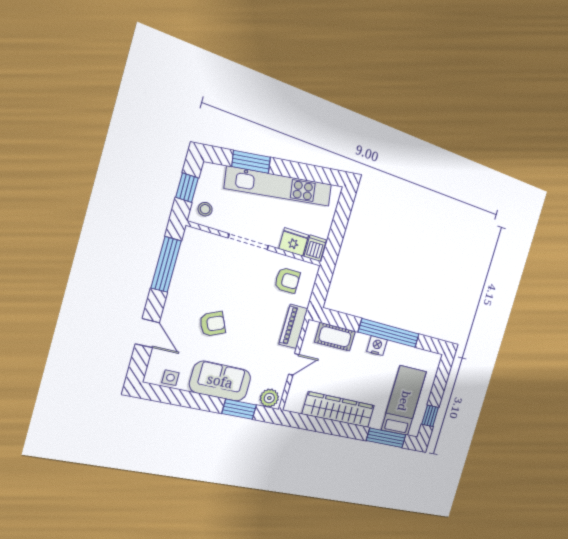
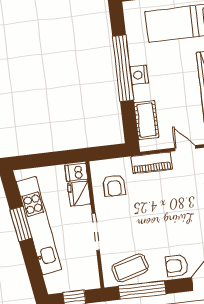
window: (251, 162) -> (21, 224), moved
stool: (205, 209) -> (85, 278), removed
coffee table: (196, 262) -> (130, 268), added
armchair: (287, 280) -> (114, 185), turned 180
armchair: (213, 324) -> (177, 266), moved, turned -66

